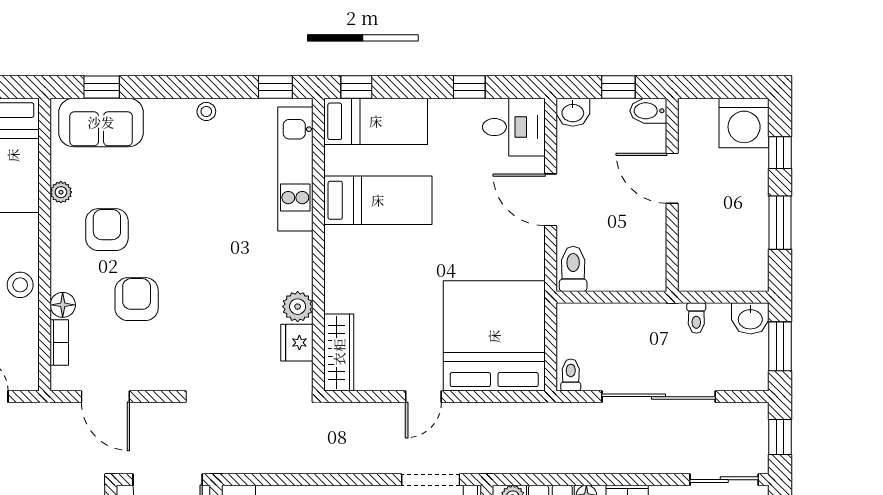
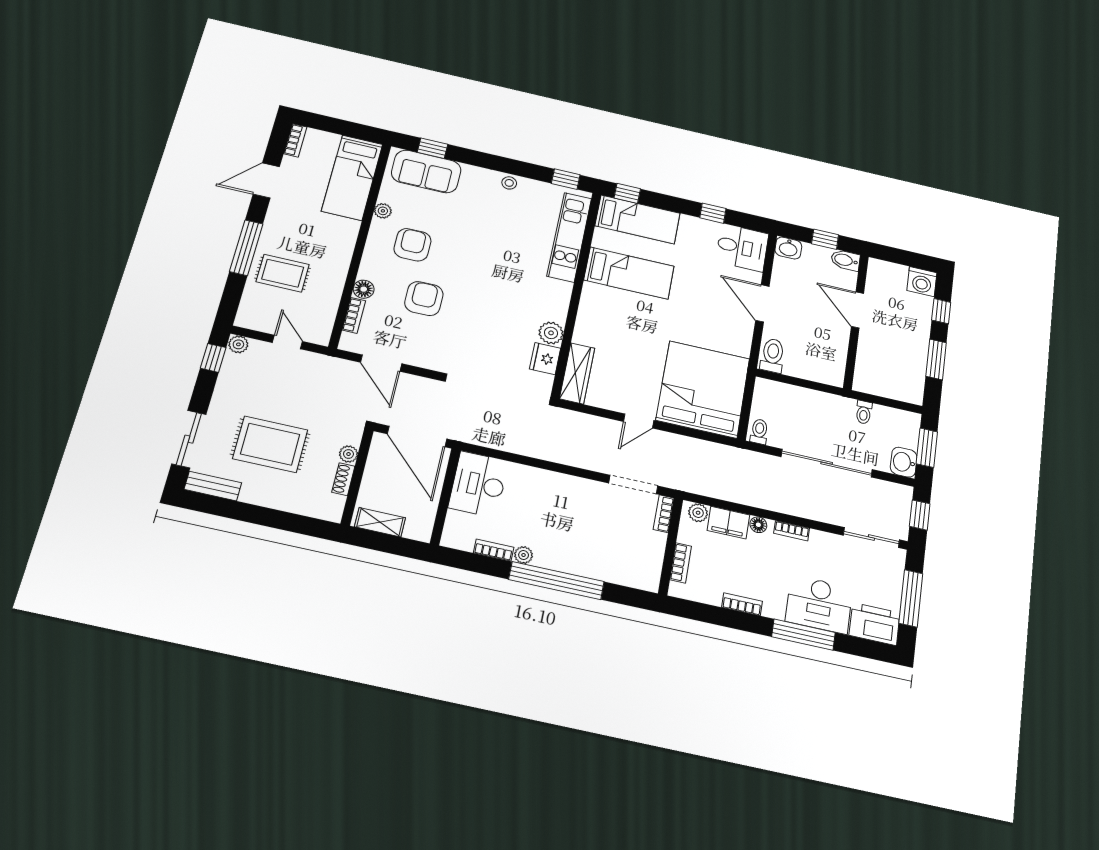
washing machine: (744, 123) -> (922, 282), width x0.73, depth x0.73
stool: (20, 285) -> (333, 267), removed
washbasin: (750, 318) -> (904, 462), moved, turned 90

